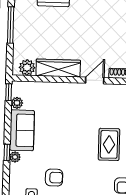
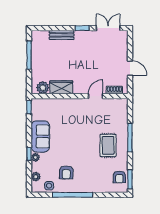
wardrobe: (58, 68) -> (61, 87), width x0.67
plant: (17, 103) -> (36, 177), moved
armchair: (54, 178) -> (66, 172), turned 90

